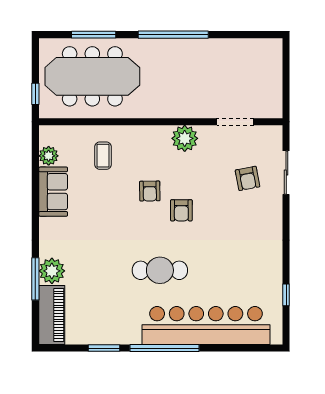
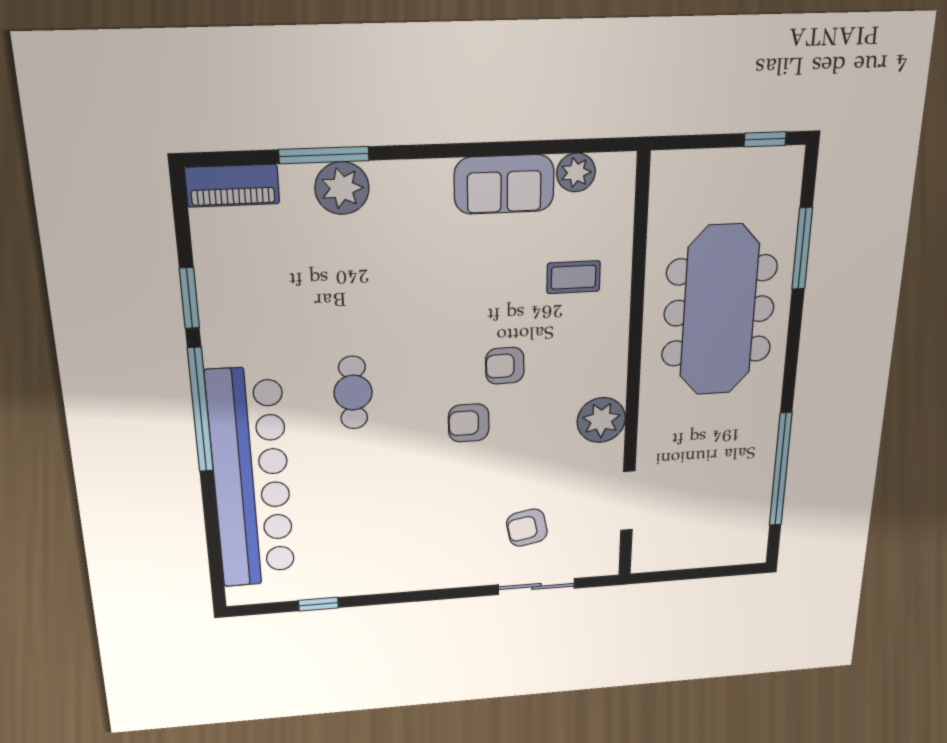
window: (173, 35) -> (781, 470), moved
meeting table: (92, 76) -> (719, 311), moved
window: (35, 94) -> (765, 139), moved
cafe table: (160, 270) -> (353, 393), width x0.73, depth x0.74
piano: (52, 315) -> (232, 186), width x0.73, depth x0.75

